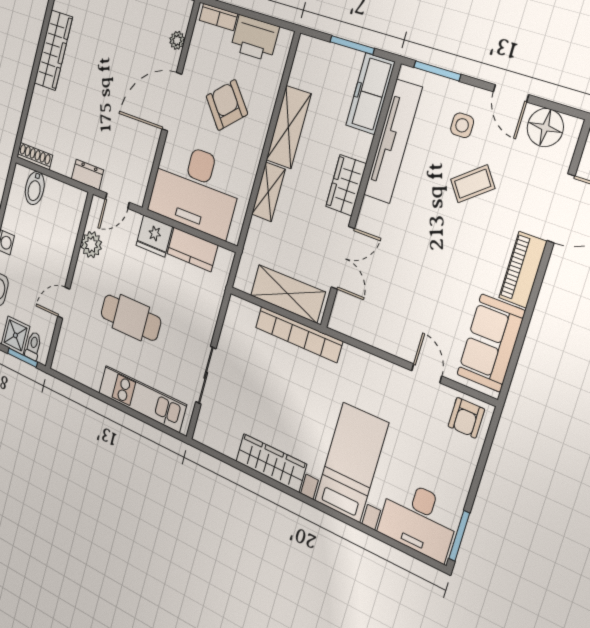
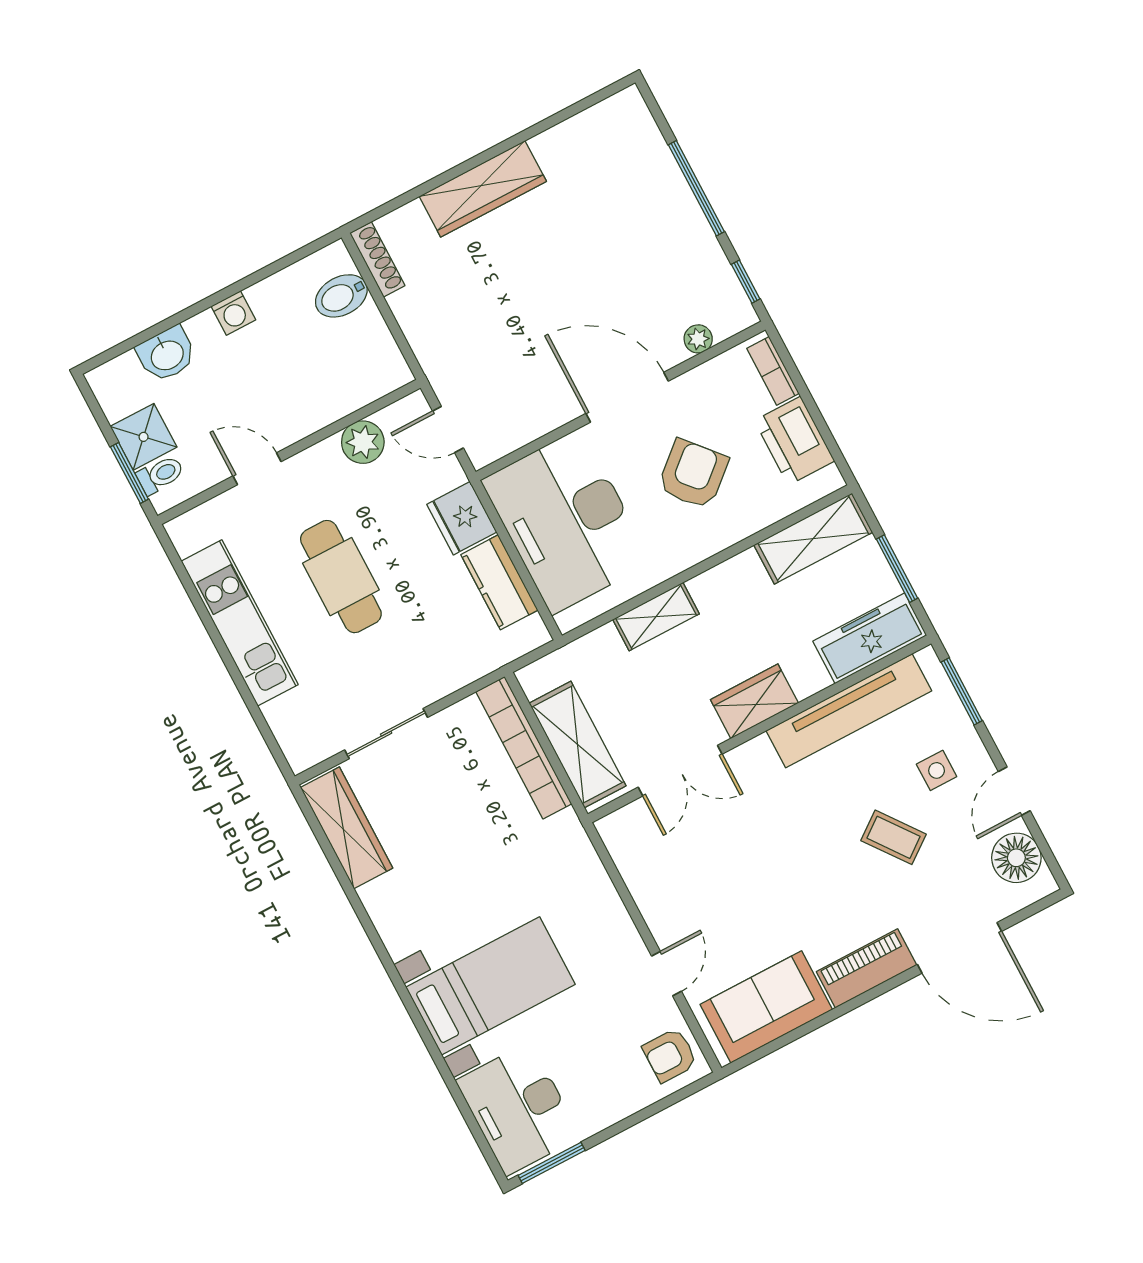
wardrobe: (53, 50) -> (483, 189), moved
shelving: (289, 127) -> (813, 539), moved
dresser: (87, 175) -> (434, 358), removed
bookcase: (299, 334) -> (524, 748), moved
kitchen unit: (142, 399) -> (240, 623), moved
wardrobe: (271, 463) -> (347, 828), moved

